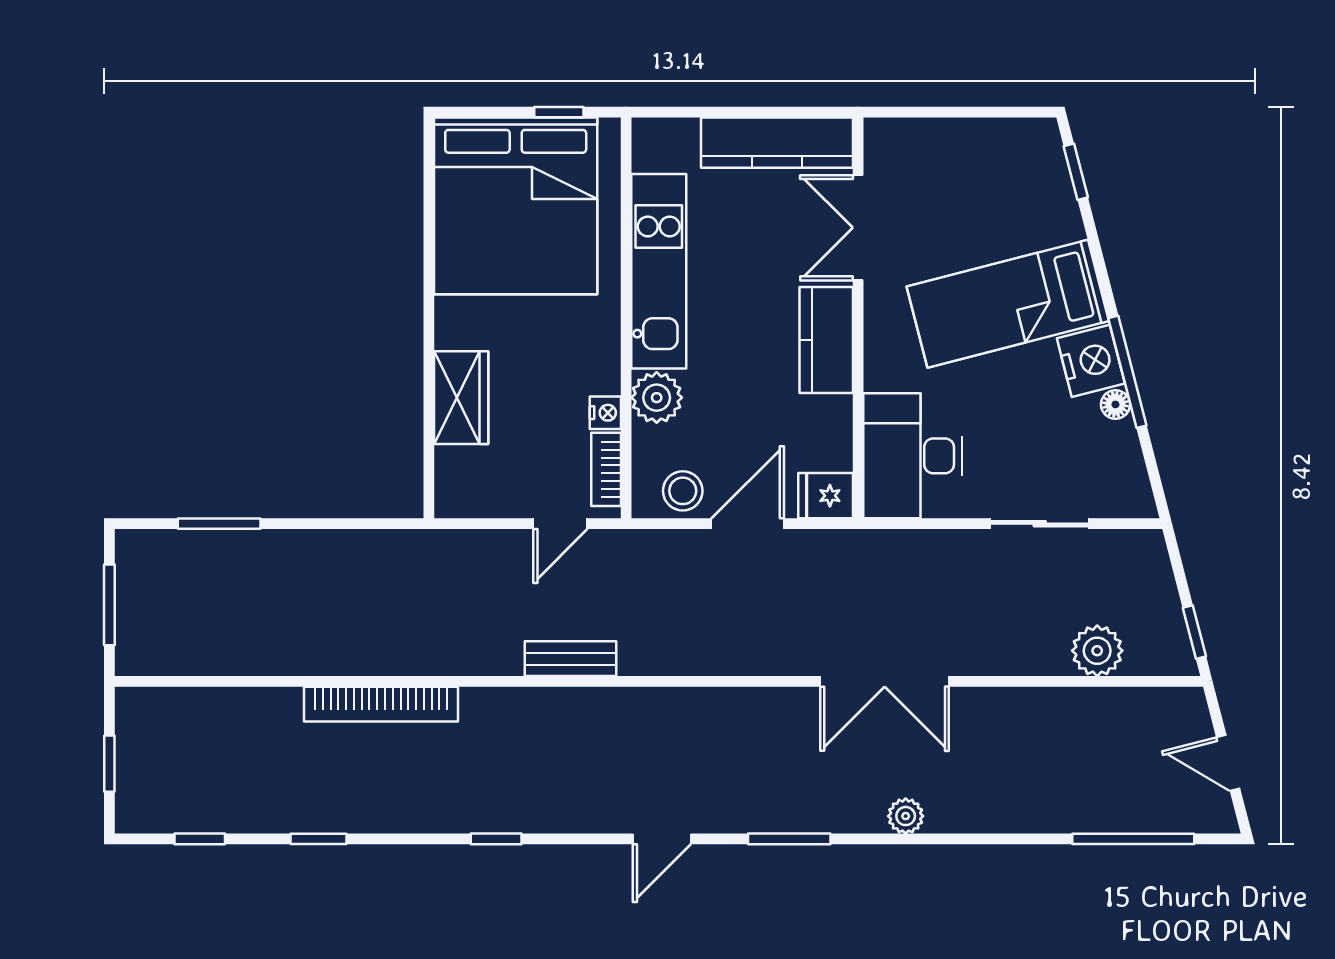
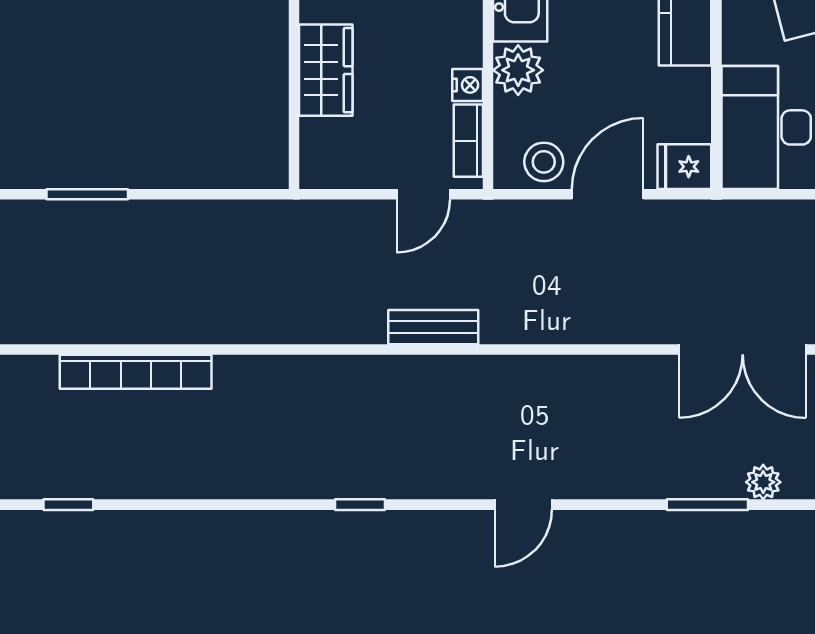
bookcase: (381, 704) -> (136, 372), moved
window: (318, 839) -> (185, 505), removed
window: (789, 839) -> (707, 505), moved

